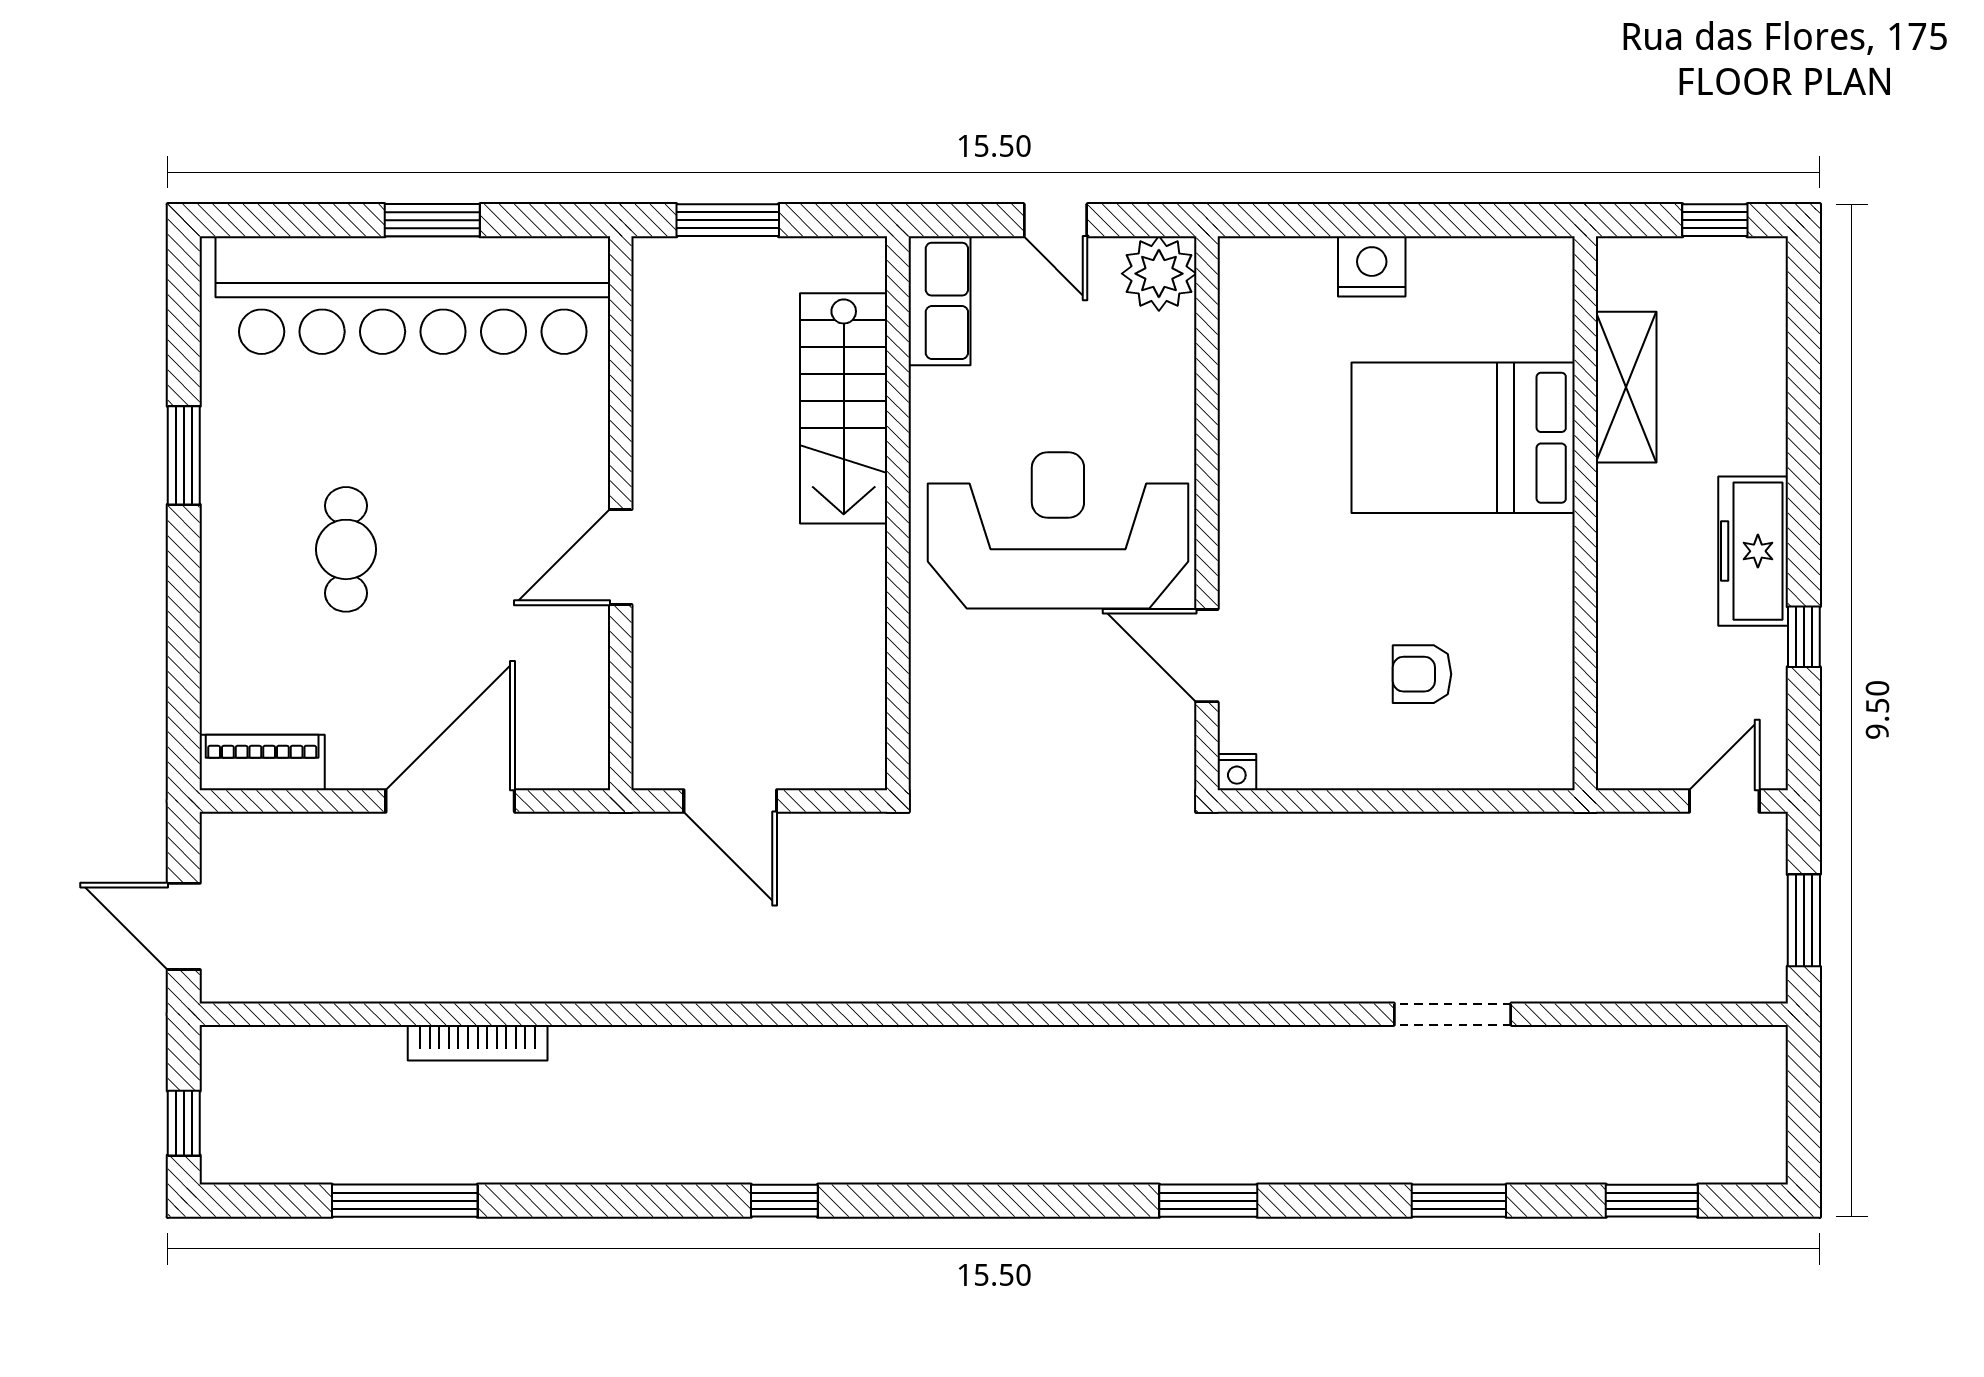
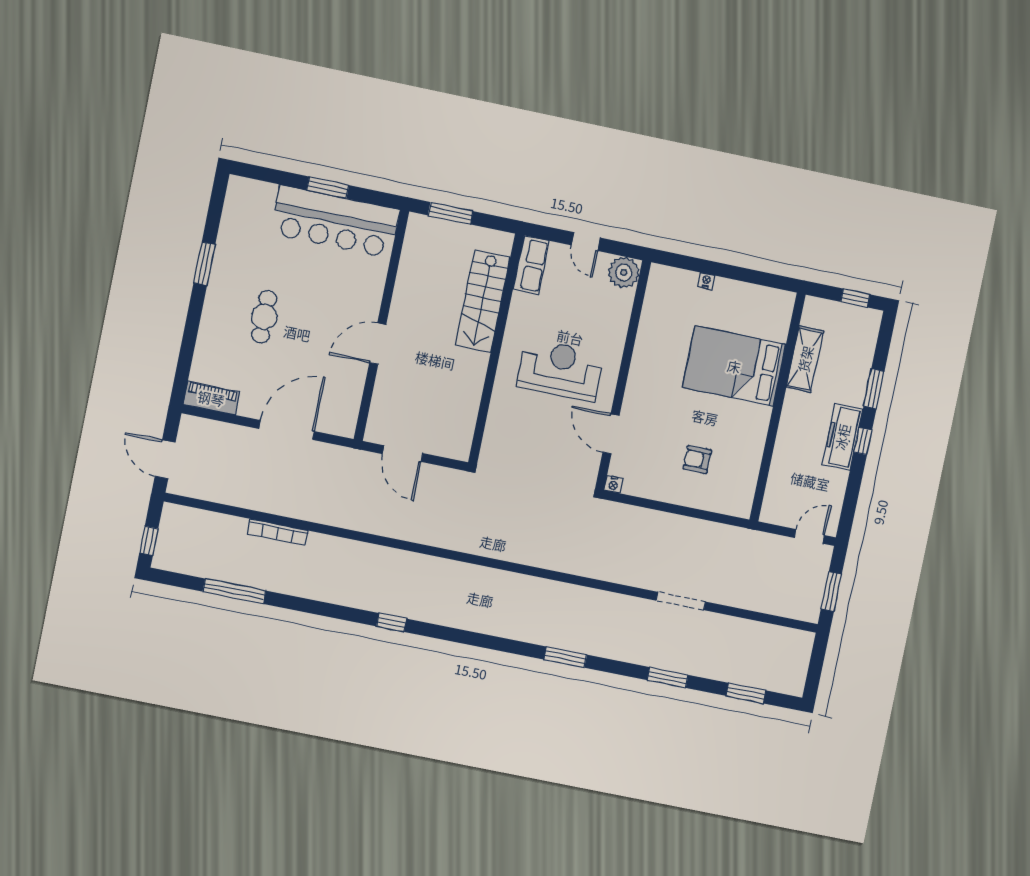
nightstand: (1372, 266) -> (706, 281), width x0.53, depth x0.56
bar counter: (413, 295) -> (335, 222), width x0.73
window: (1804, 423) -> (874, 389), added
reception desk: (1058, 530) -> (560, 370), width x0.74, depth x0.77
window: (1804, 637) -> (863, 441), moved

